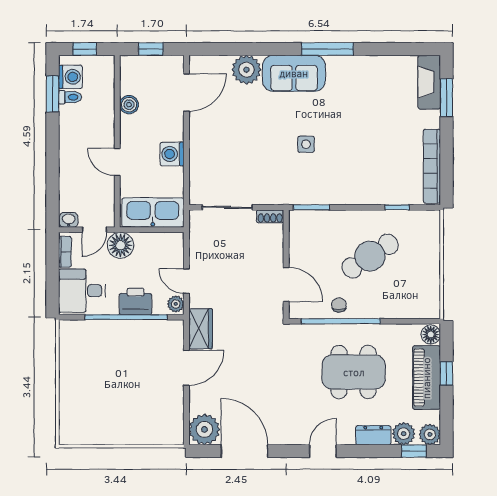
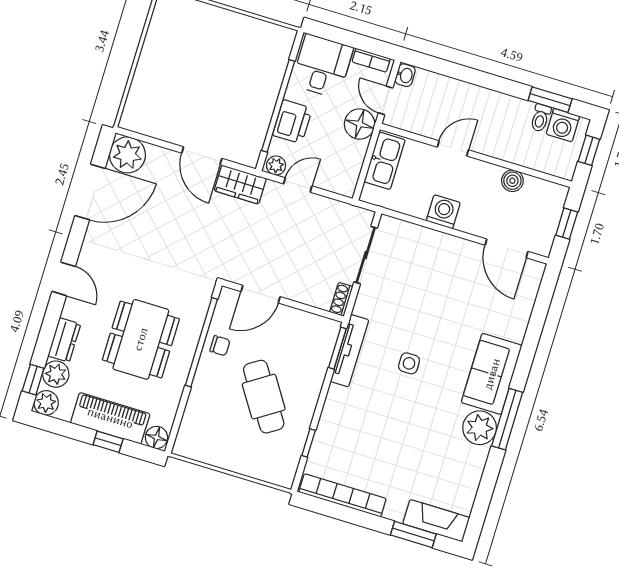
plant: (246, 70) -> (480, 428), moved
tv unit: (310, 197) -> (350, 351), added
kitchen sink: (153, 212) -> (385, 161), width x0.73, depth x0.81

